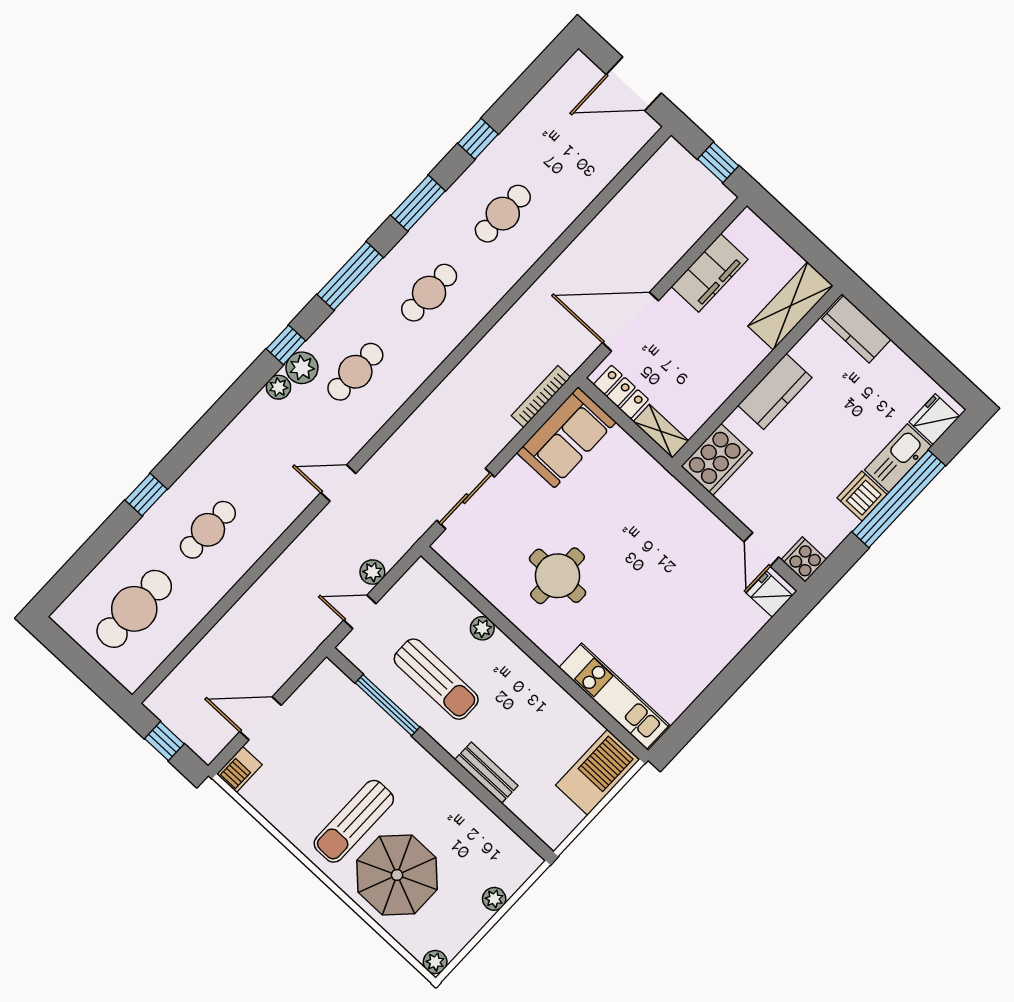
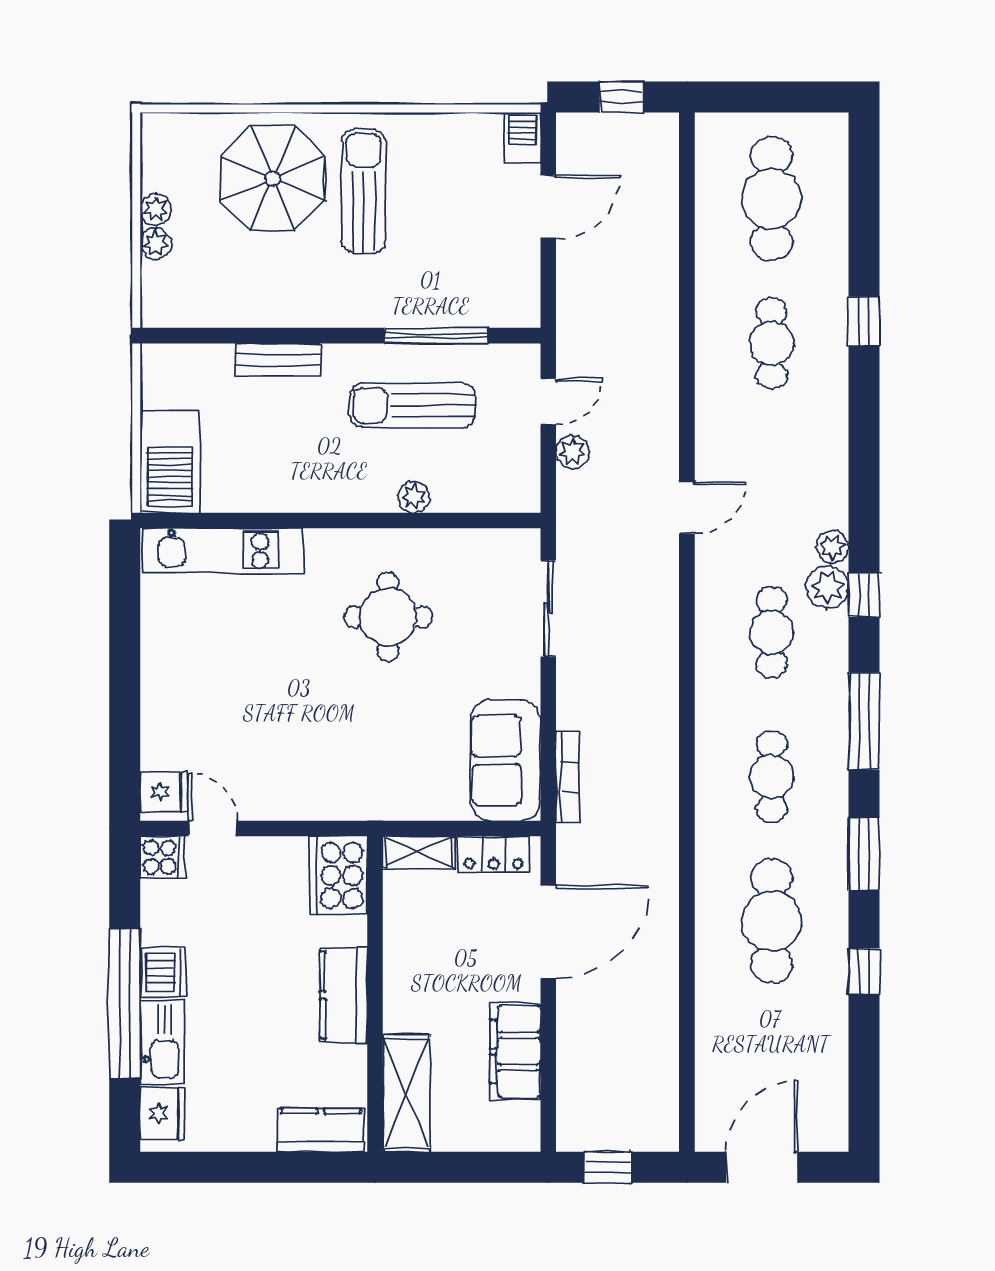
cafe table: (503, 214) -> (772, 921), width x1.37, depth x1.35
plant: (435, 962) -> (156, 209), moved

